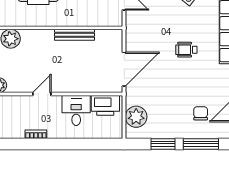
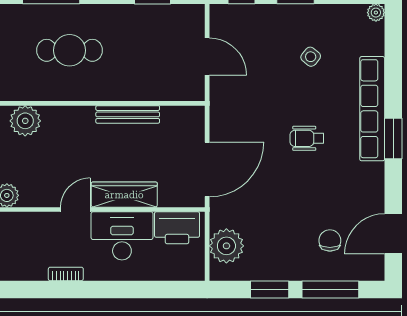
wardrobe: (72, 85) -> (124, 195), added
desk: (76, 110) -> (122, 236), width x1.37

